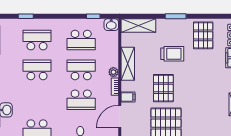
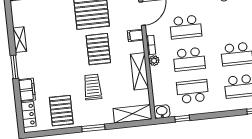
trolley: (172, 54) -> (93, 87), turned 90
school desk: (81, 100) -> (186, 27), turned 180

